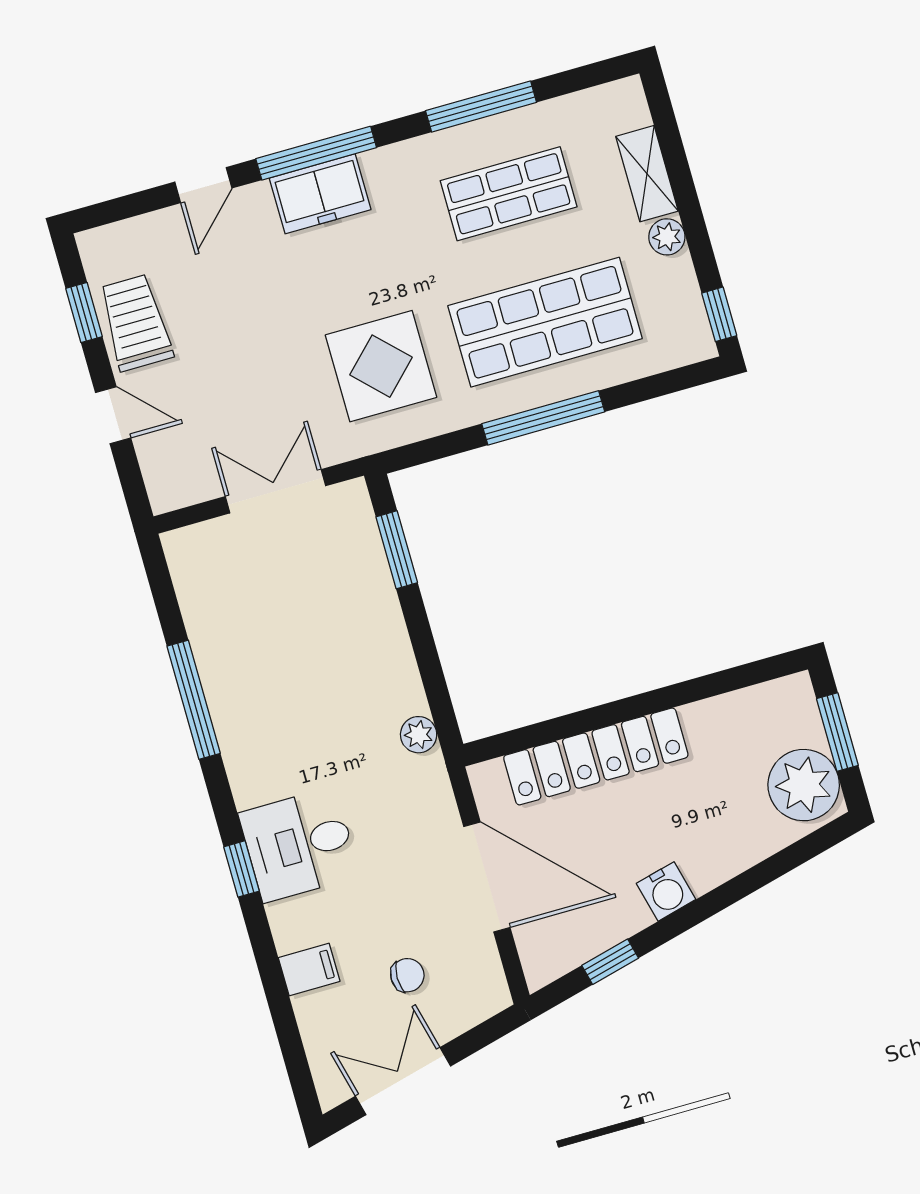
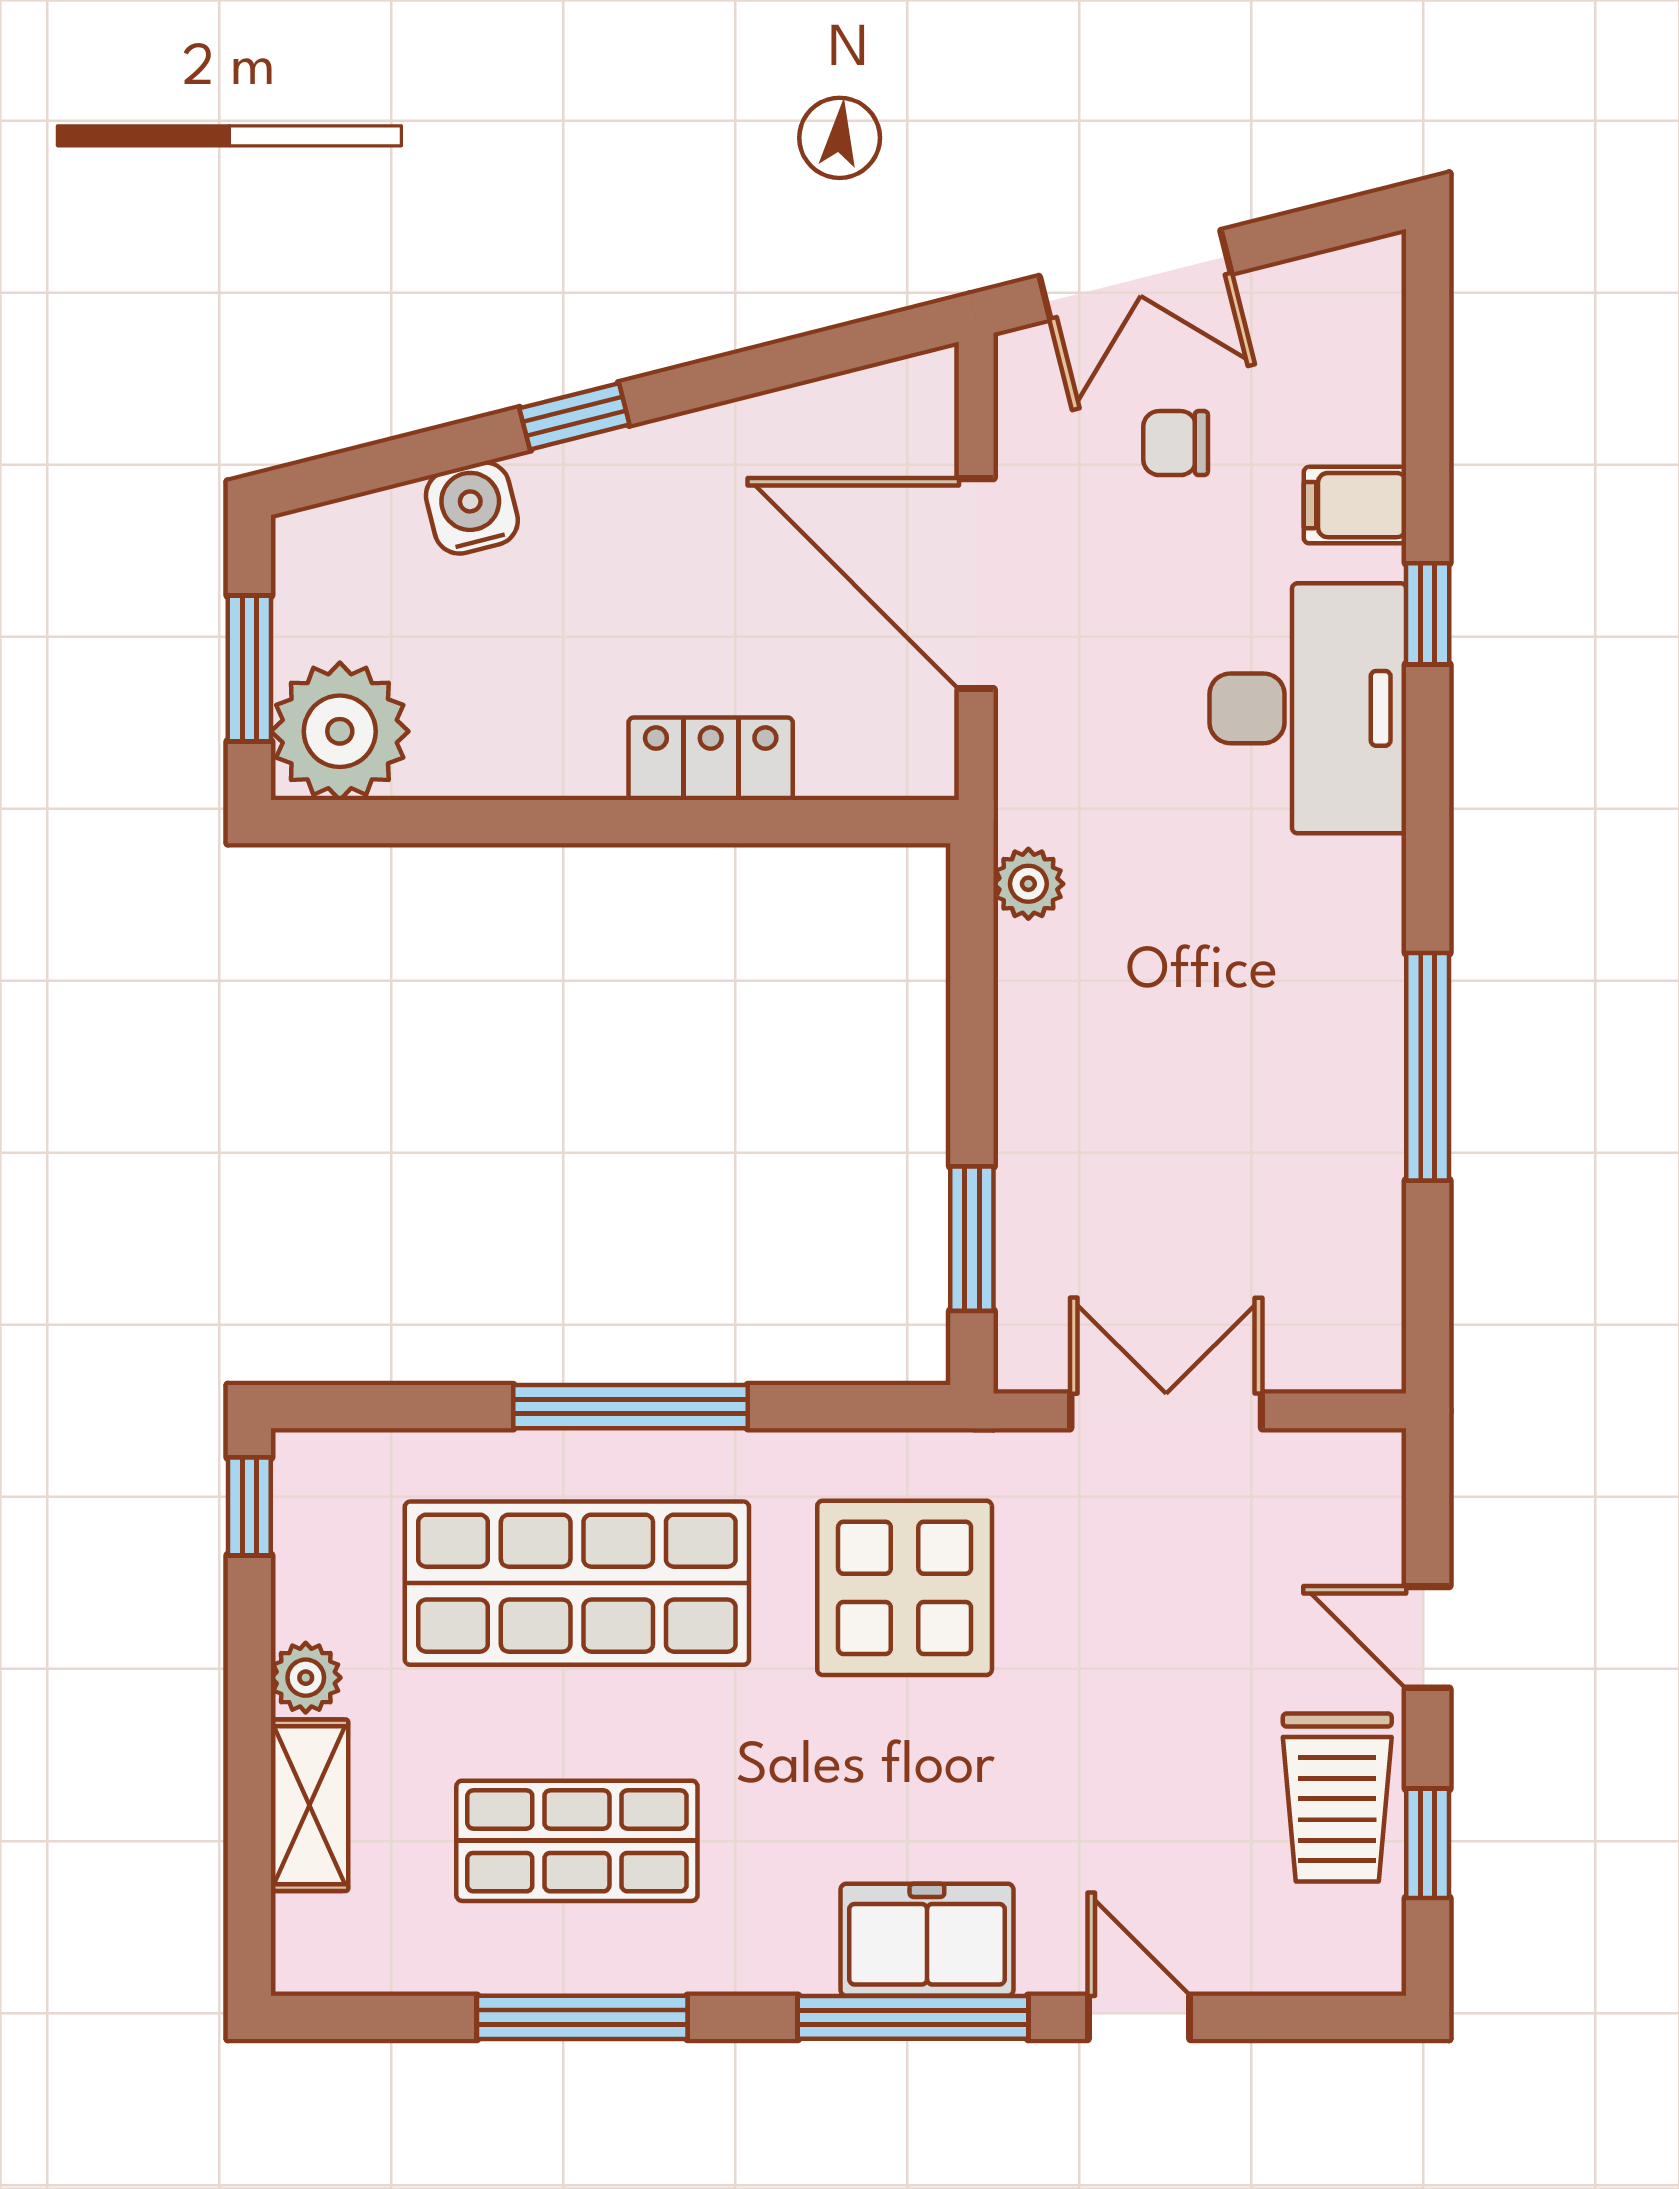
door: (203, 185) -> (1139, 2017), hinge flipped
double door: (275, 491) -> (1166, 1411), swing flipped
locker: (596, 756) -> (711, 759), width x0.46, depth x0.83
plant: (804, 785) -> (340, 731), moved
desk: (299, 845) -> (1308, 708), width x1.37
window: (241, 869) -> (1428, 614), moved
water cooler: (666, 891) -> (472, 508), moved
window: (610, 962) -> (574, 416), moved
double door: (403, 1081) -> (1135, 275), moved

